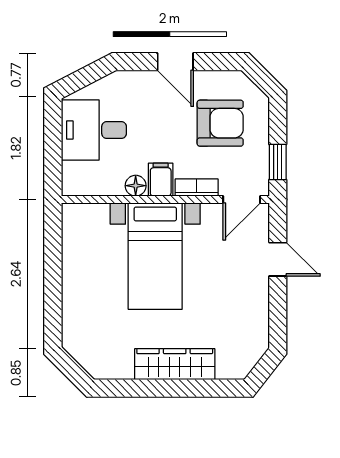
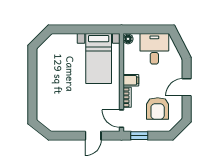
floor lamp: (136, 186) -> (128, 39), moved
bed with nightstands: (155, 256) -> (99, 59), moved, turned -90
wardrobe: (175, 364) -> (44, 87), removed

